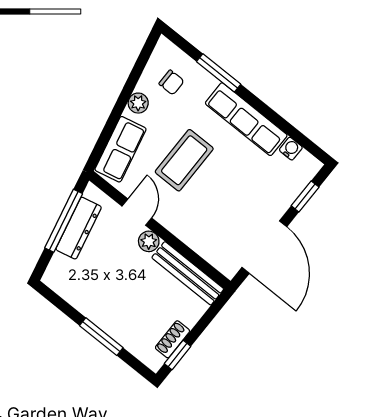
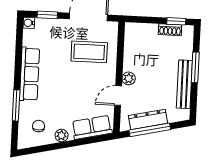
water cooler: (291, 149) -> (29, 23), moved
coffee table: (184, 160) -> (89, 52), moved
bench: (188, 273) -> (184, 84), moved

